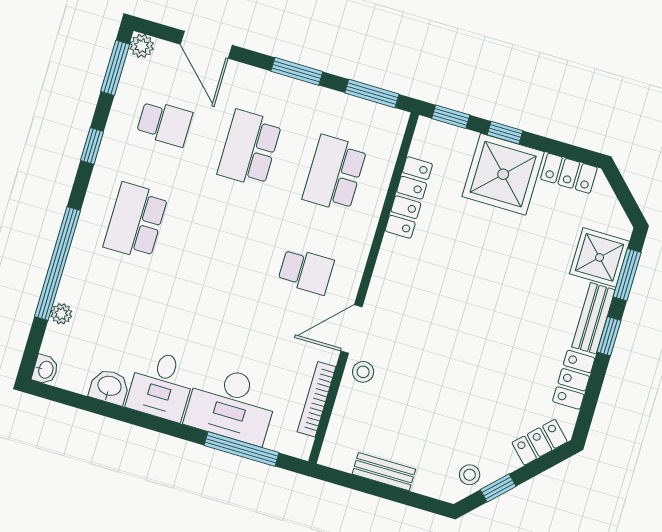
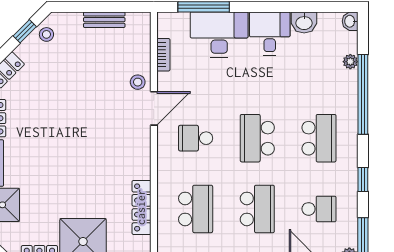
school desk: (164, 123) -> (319, 209), turned 180
school desk: (221, 246) -> (257, 138), added
bookcase: (317, 399) -> (163, 55), width x0.64

